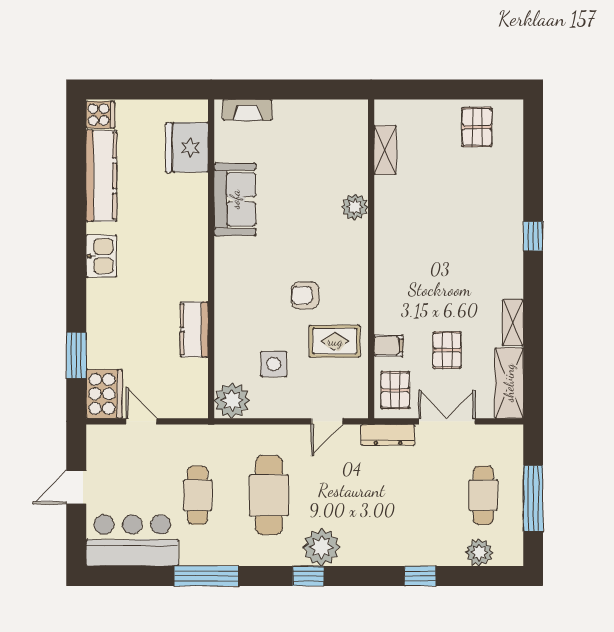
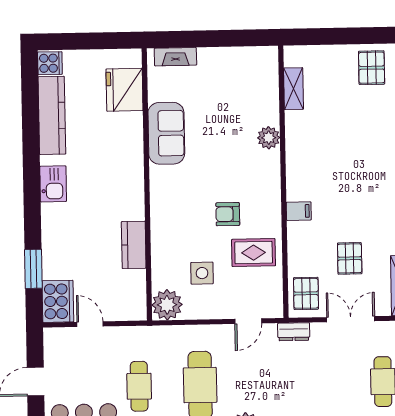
filing cabinet: (388, 346) -> (299, 211), moved
dresser: (388, 435) -> (294, 332), width x0.70

